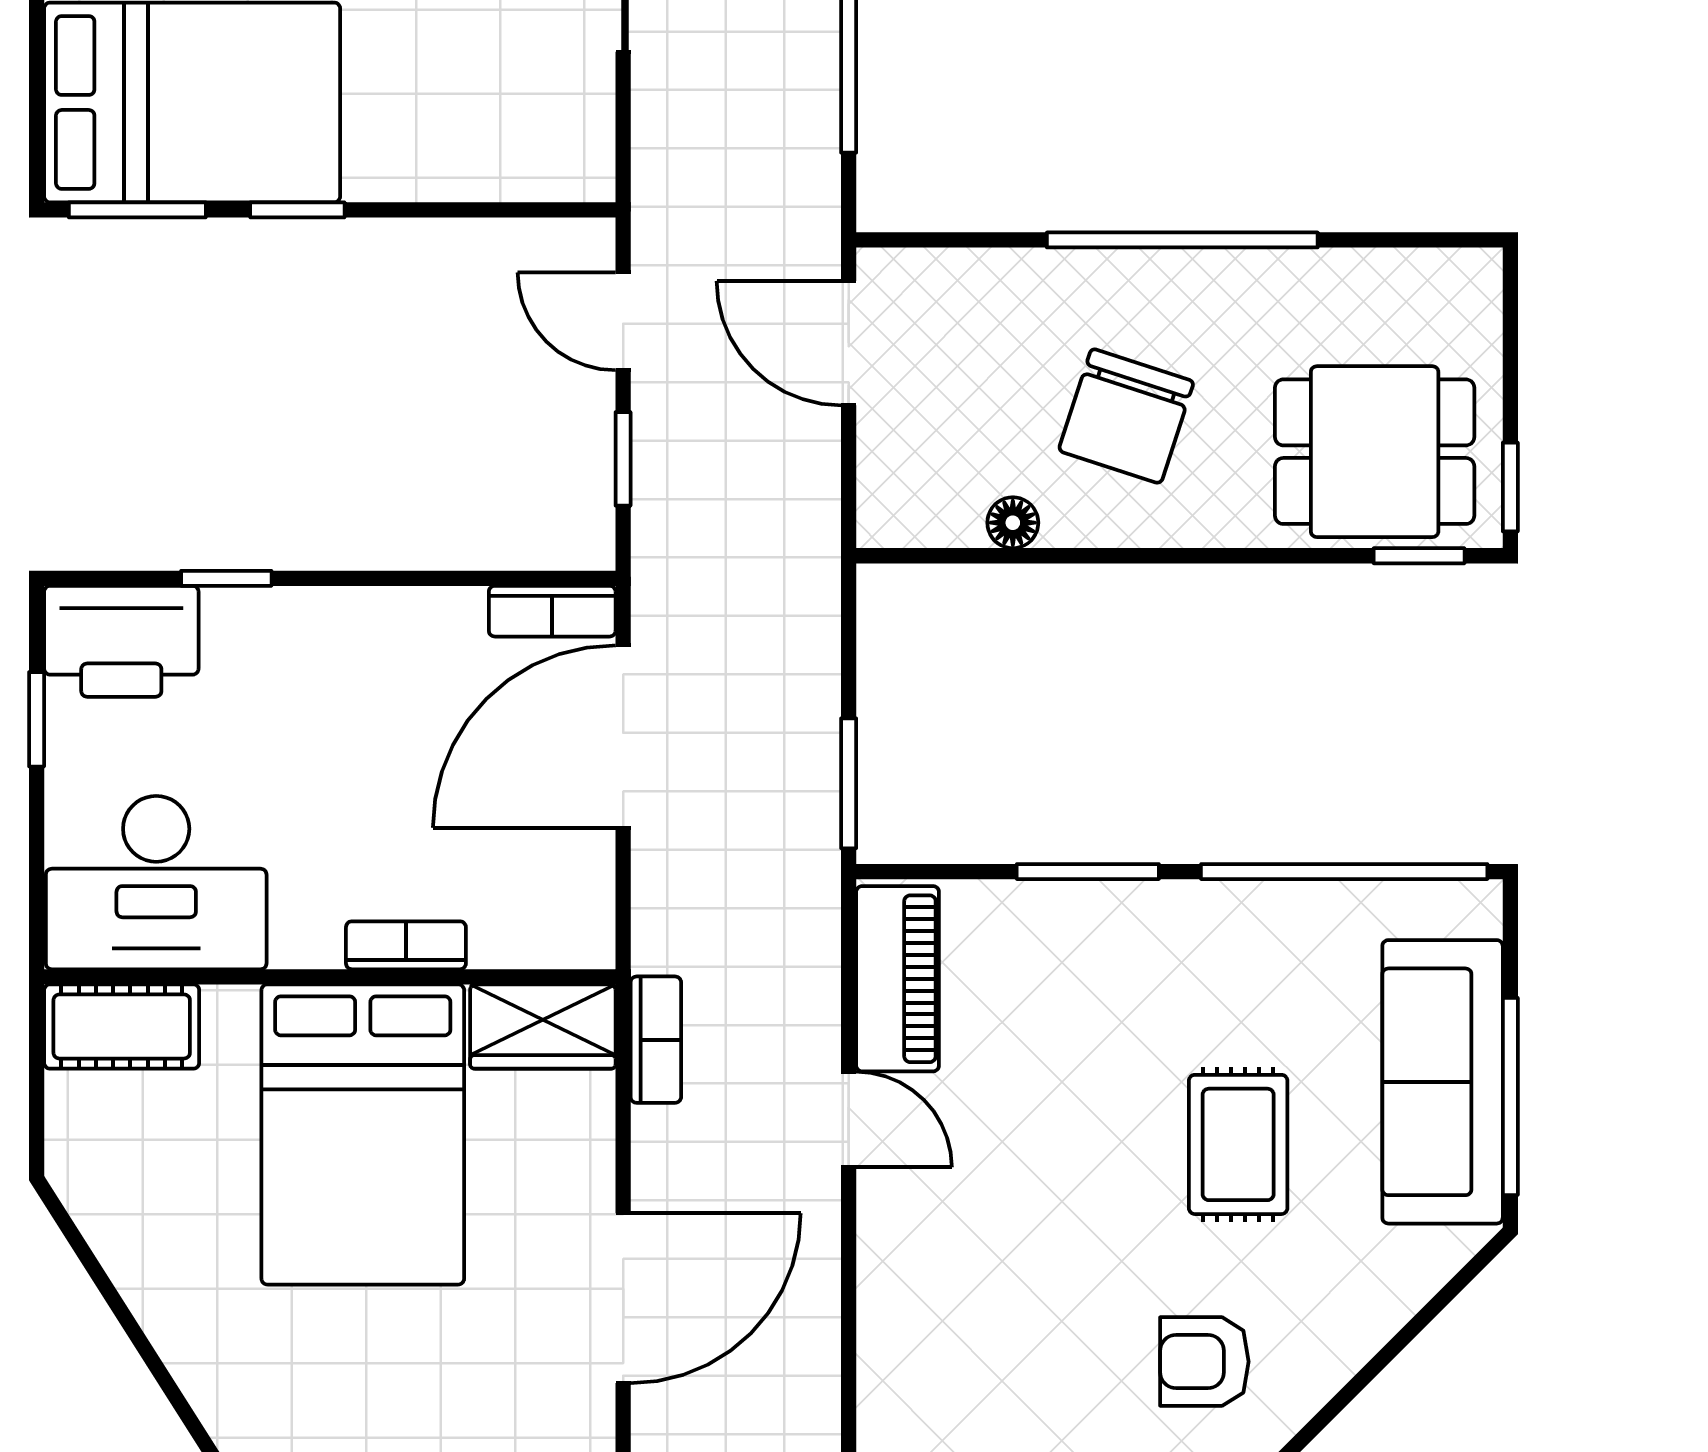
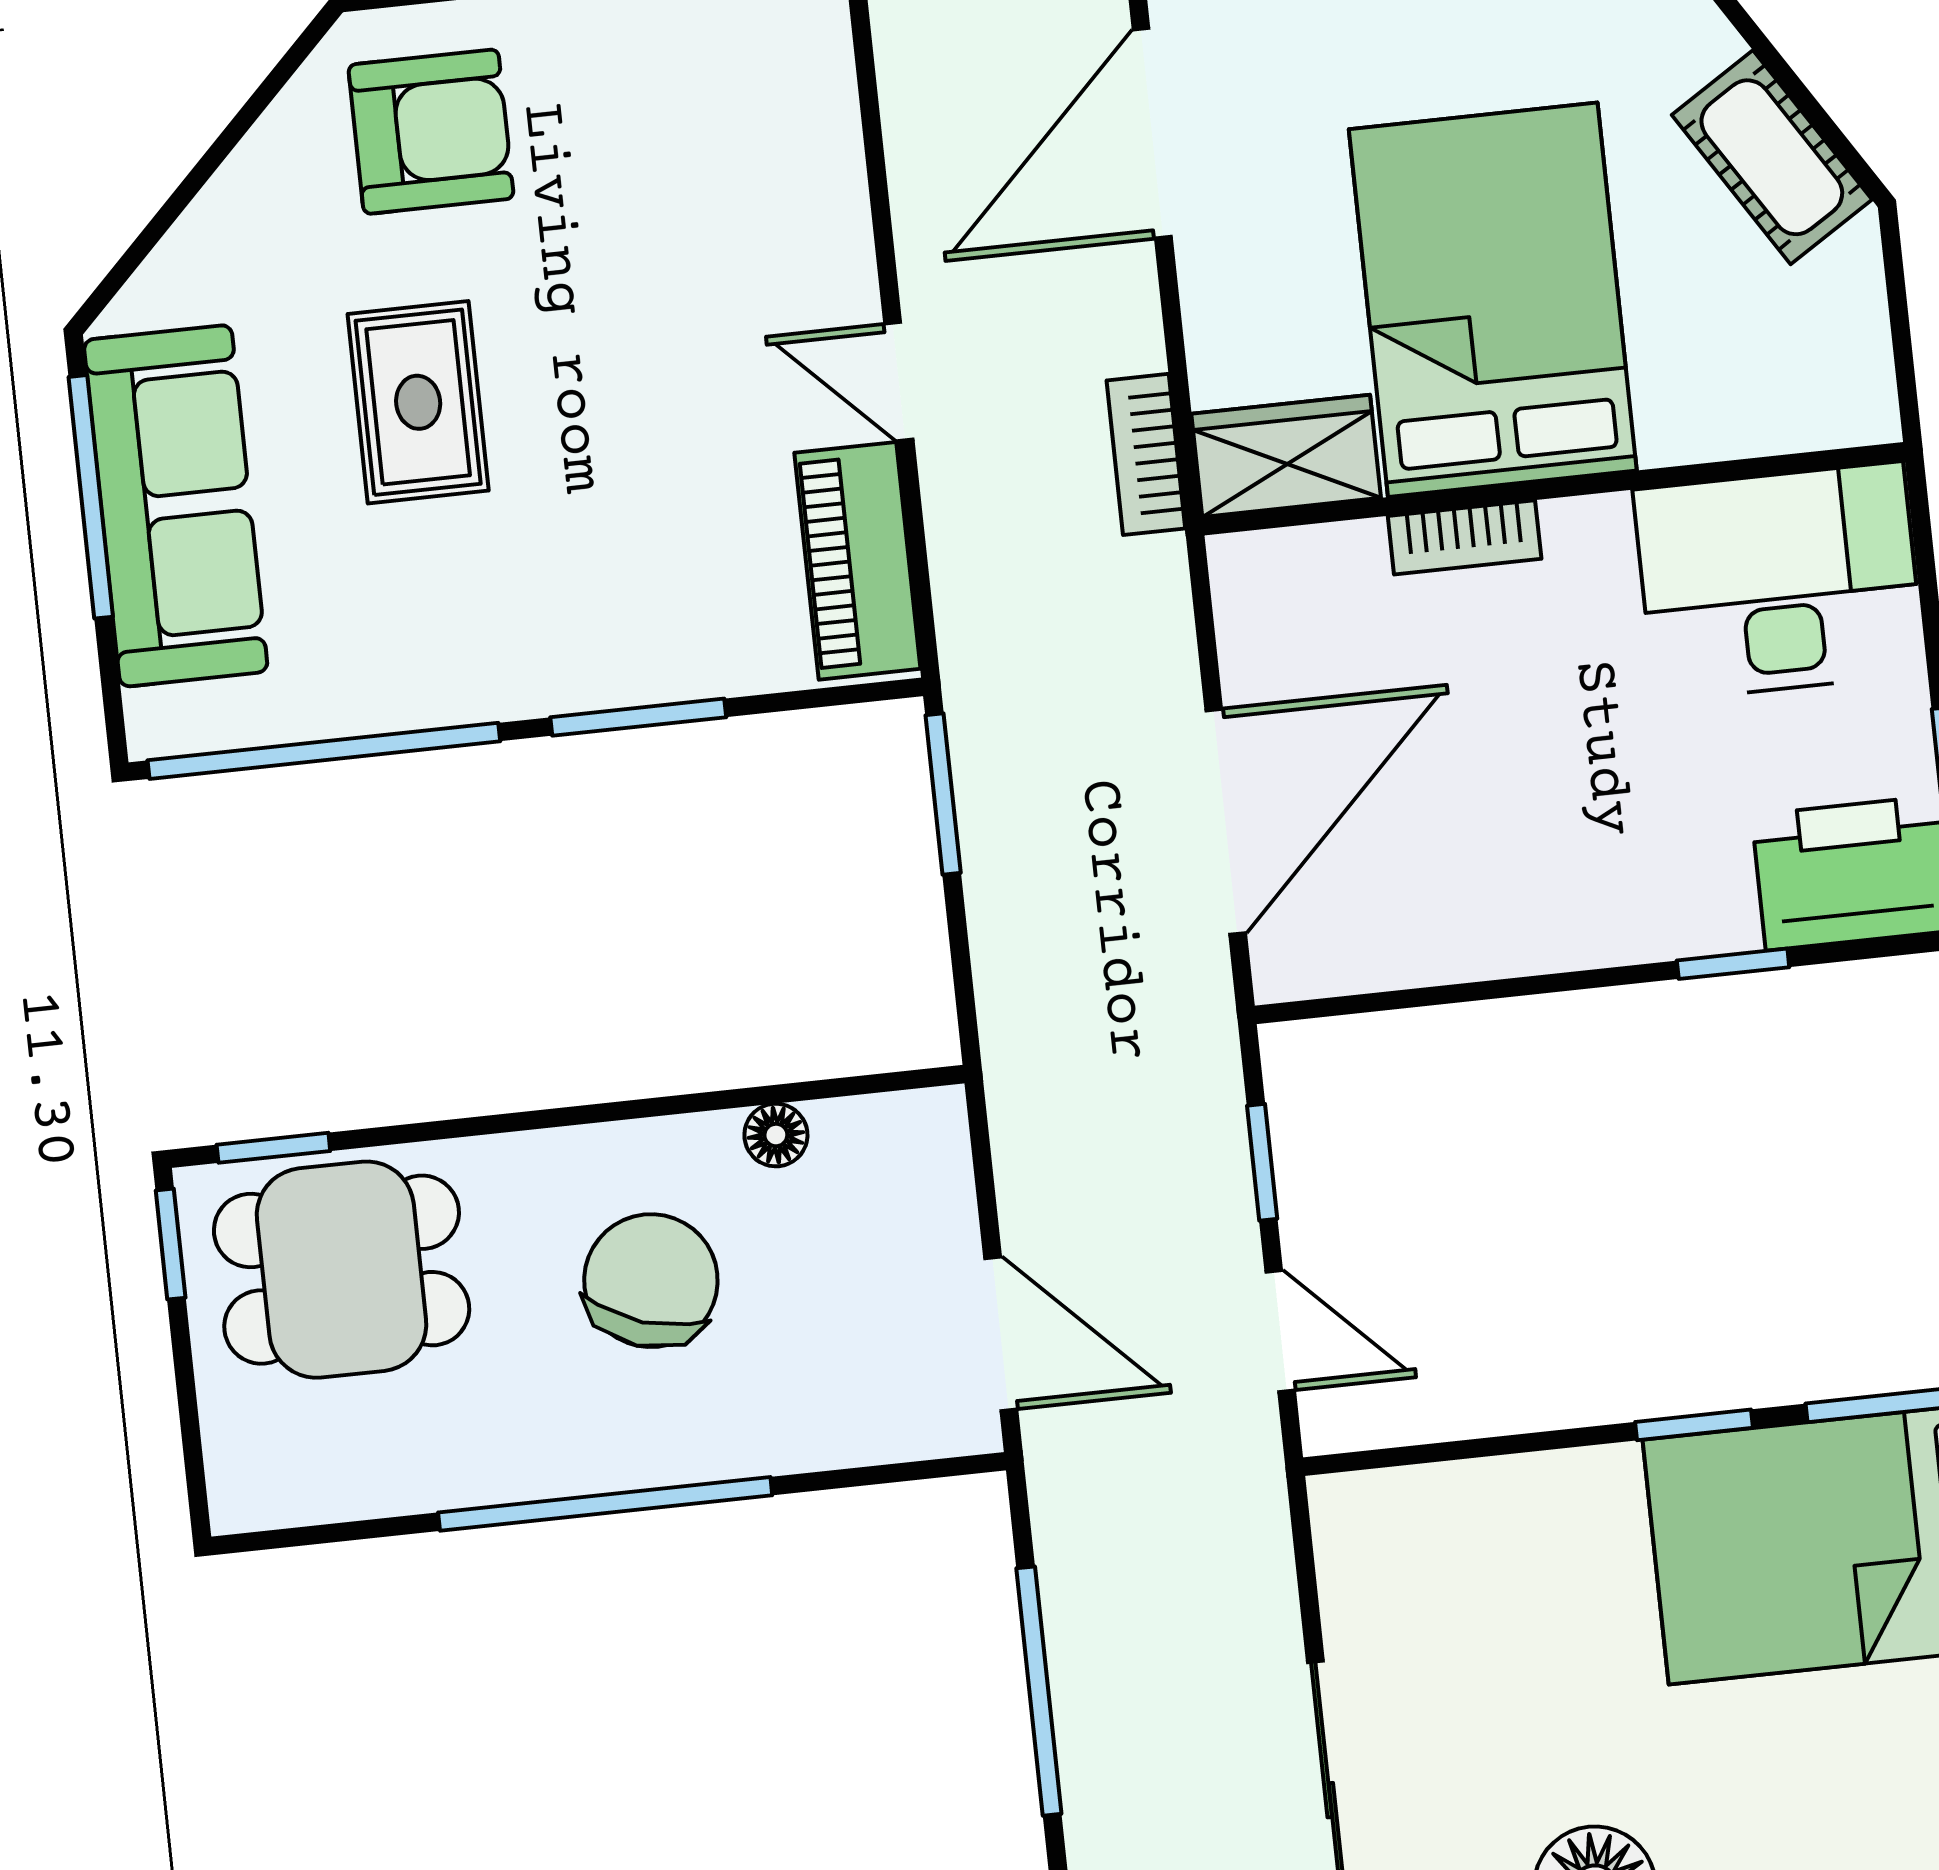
bookcase: (552, 611) -> (1329, 966), removed
cot: (122, 1026) -> (1772, 157), moved, turned 58
armchair: (1204, 1362) -> (431, 132), width x1.38, depth x1.38

